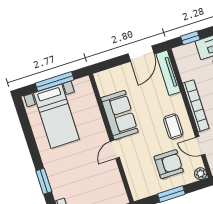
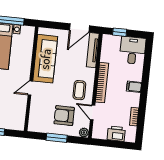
sofa: (119, 115) -> (45, 59), width x1.36
armchair: (169, 164) -> (64, 116), turned 180

